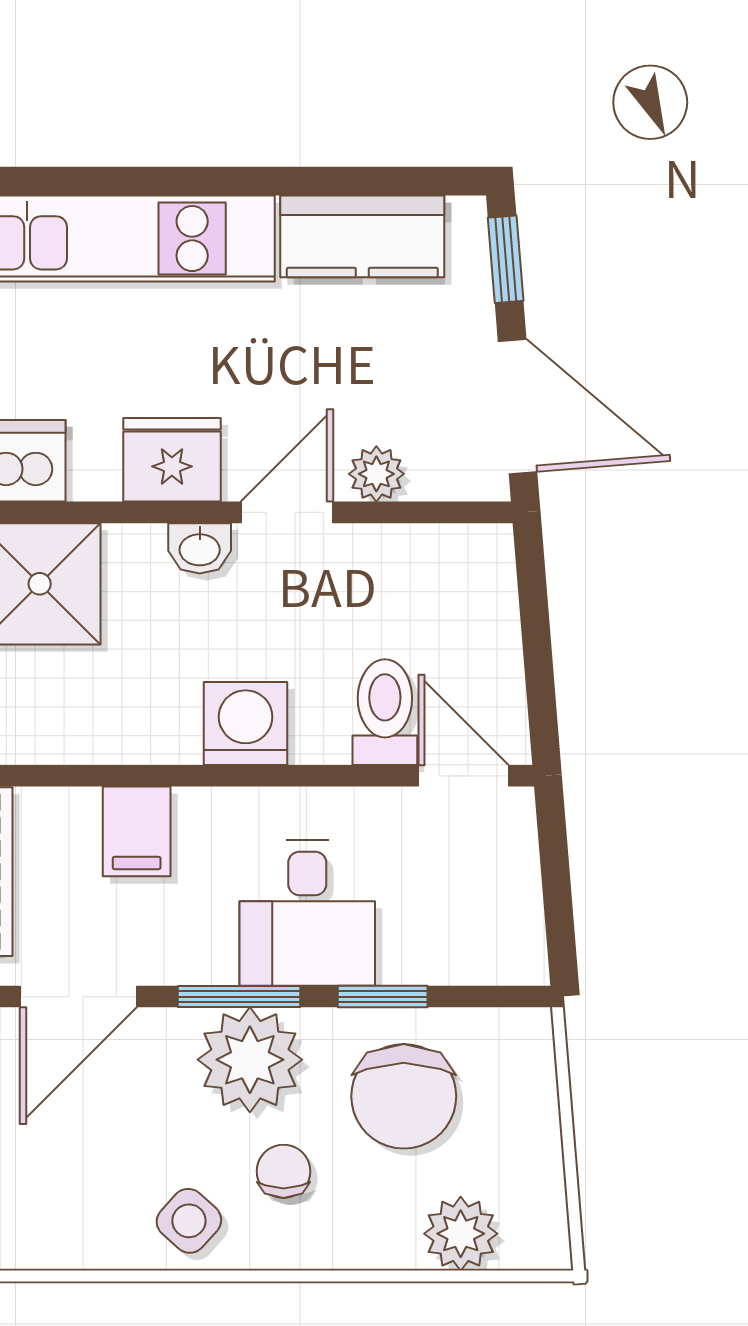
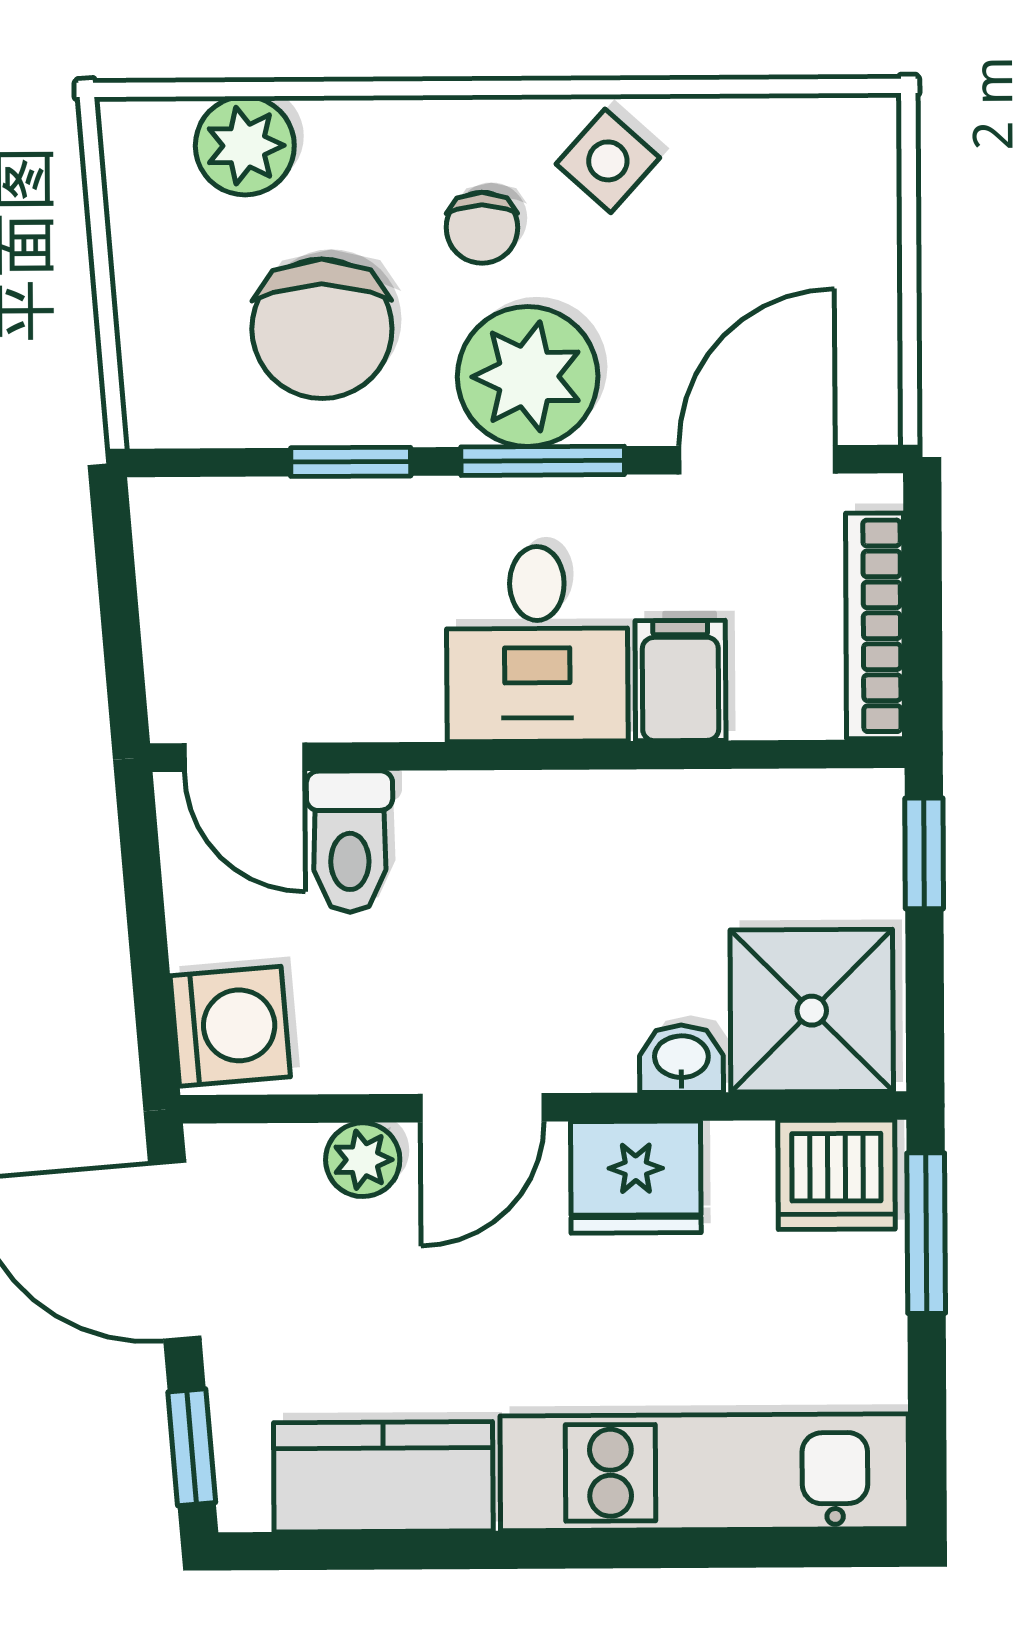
washbasin: (200, 548) -> (681, 1059), moved
washing machine: (246, 723) -> (230, 1026), moved, turned -95
desk: (307, 913) -> (537, 644), moved, turned 180
chair: (404, 1096) -> (322, 329), turned 180

